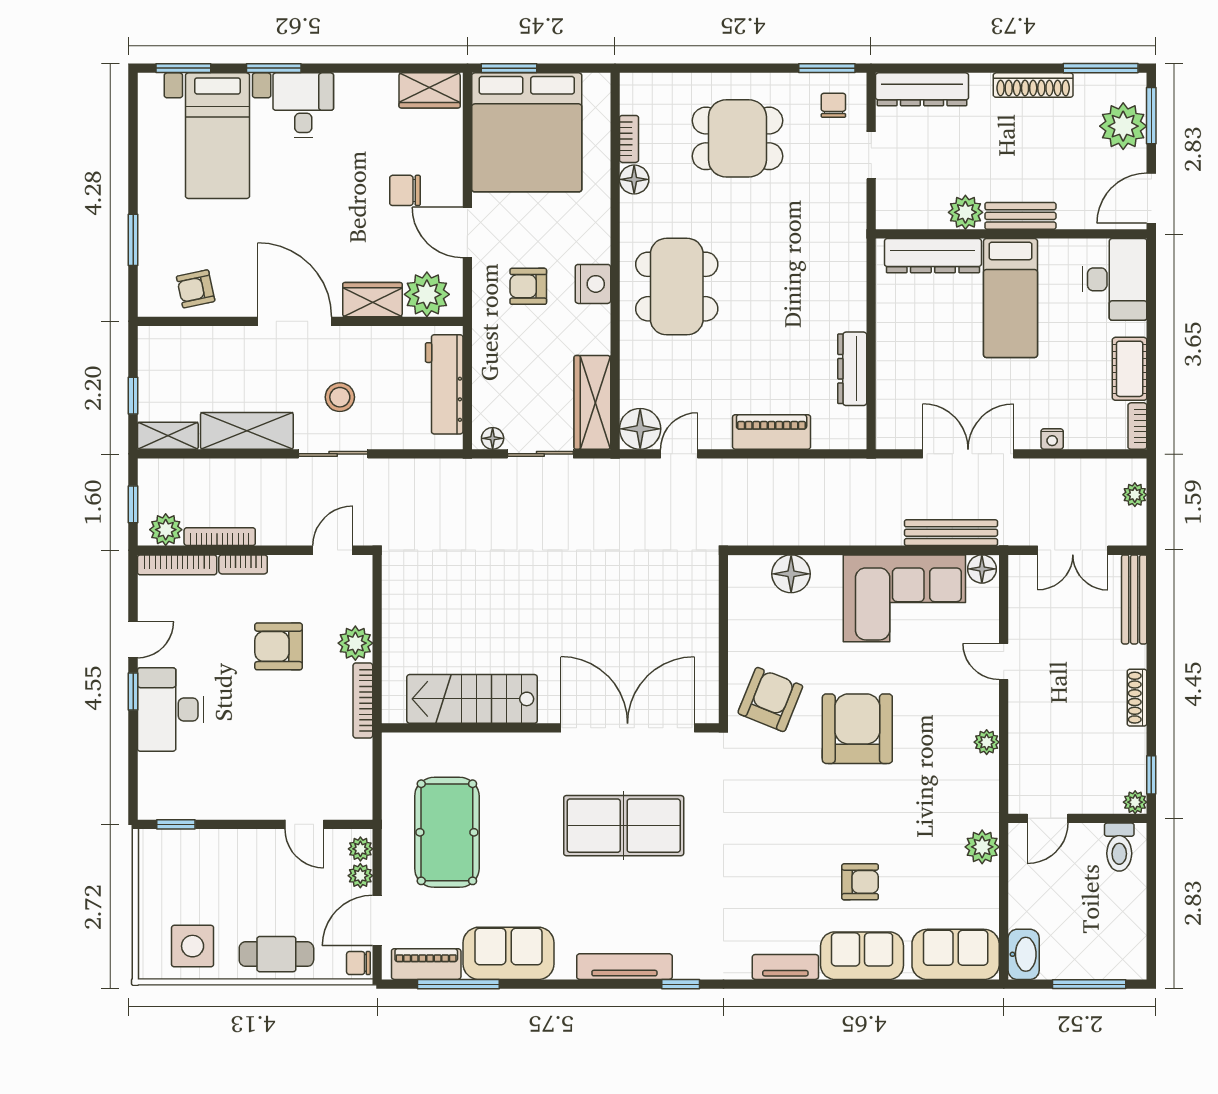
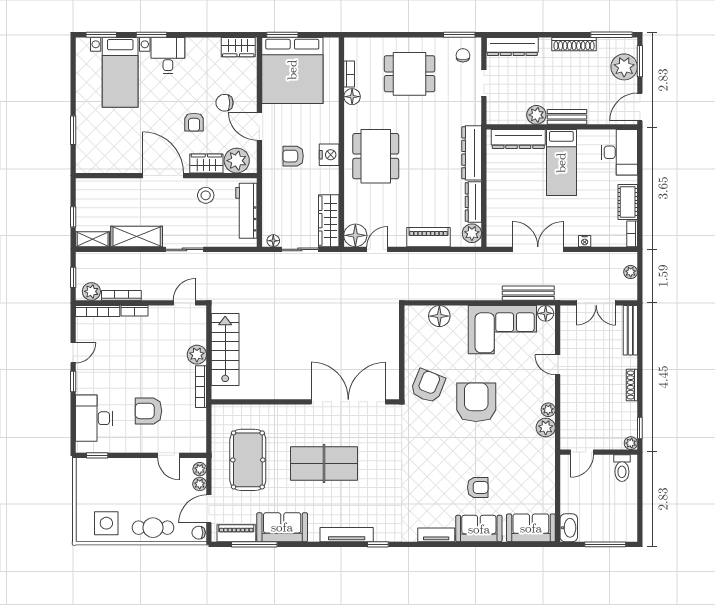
dresser: (849, 280) -> (472, 153), added
armchair: (196, 289) -> (194, 122), moved, turned -78
stool: (340, 397) -> (206, 195), moved
plant: (850, 425) -> (472, 233), added
armchair: (279, 646) -> (148, 411), moved
stairs: (472, 699) -> (225, 349), moved, turned 90
desk: (170, 710) -> (94, 418), moved
table tennis table: (624, 826) -> (324, 463), moved
plant: (982, 847) -> (546, 427), moved

